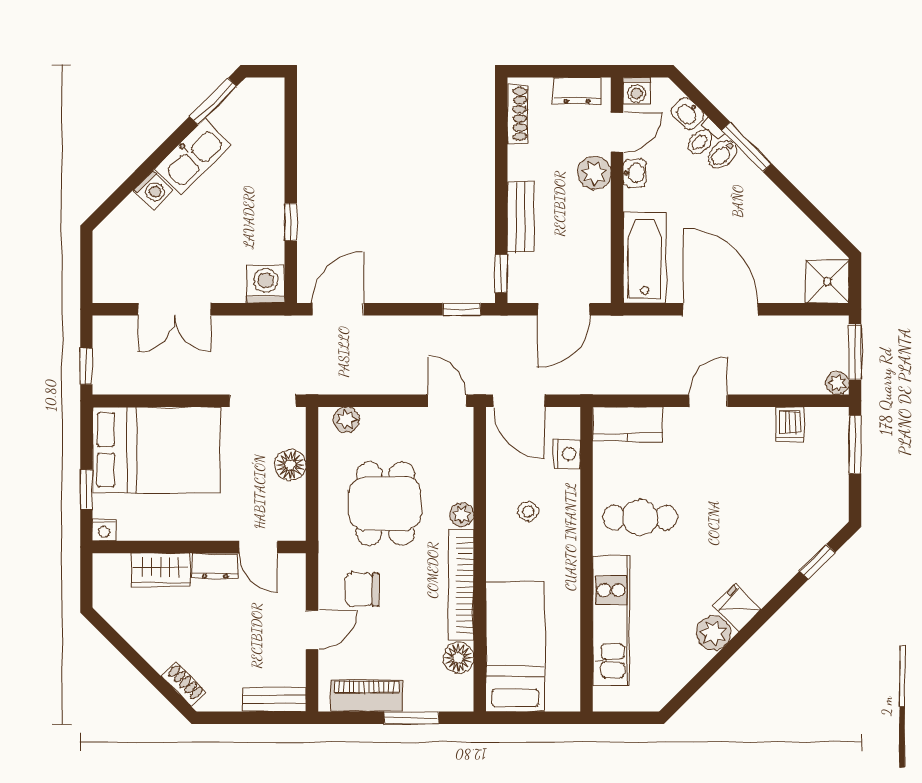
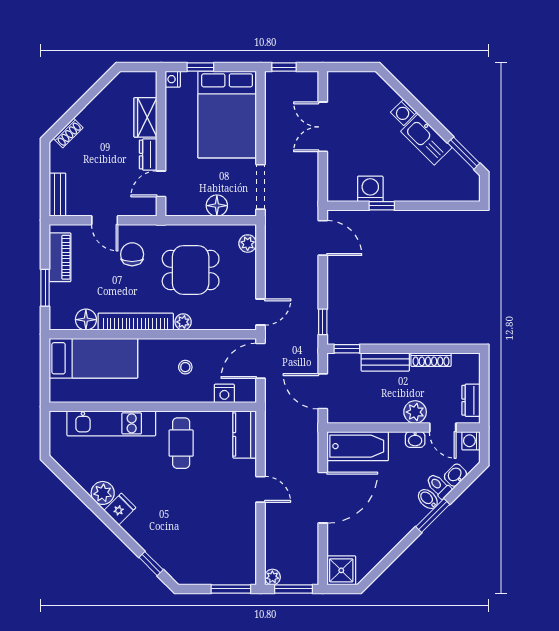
shoe rack: (517, 114) -> (431, 360), moved
washing machine: (266, 284) -> (370, 189), moved, turned -90
dishwasher: (790, 425) -> (244, 545), removed

